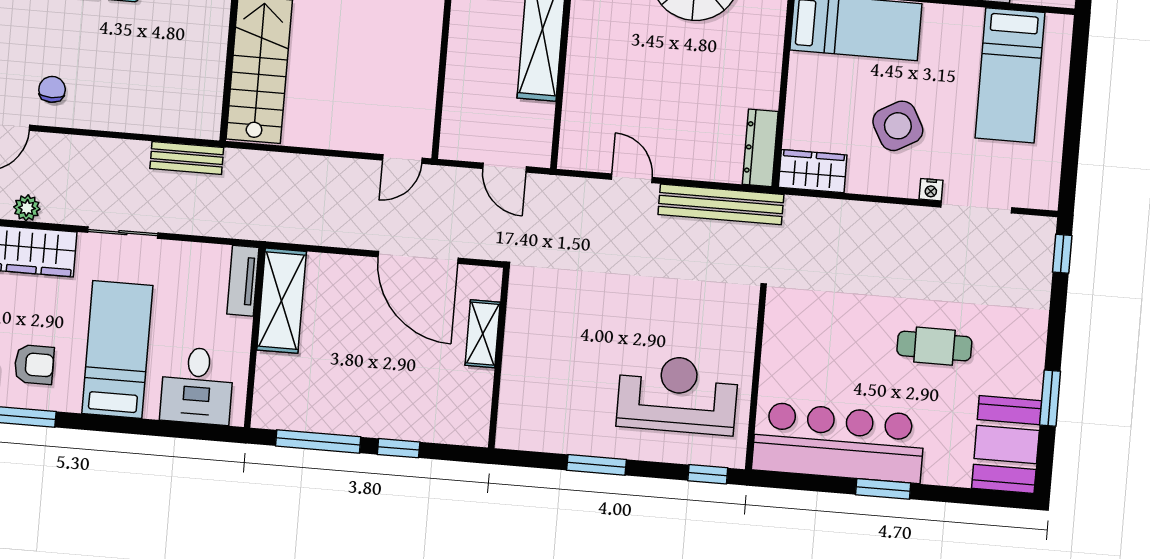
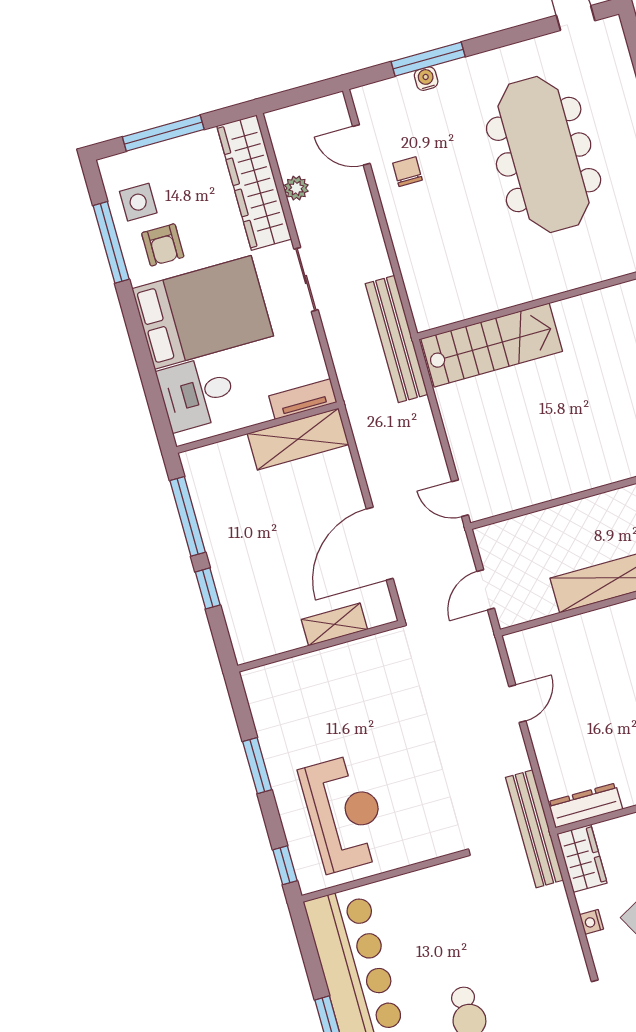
chair: (52, 89) -> (407, 172), turned -90
bench: (187, 158) -> (397, 339), width x1.86, depth x1.21
nightstand: (931, 190) -> (591, 922), moved
bench: (721, 204) -> (534, 829), moved
bed: (117, 349) -> (203, 312), width x1.50

